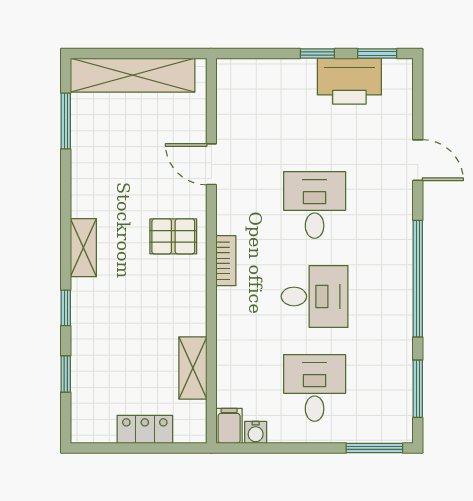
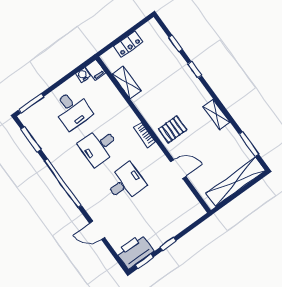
printer: (349, 81) -> (135, 251), moved
desk: (315, 205) -> (125, 183), turned -90
shelving: (83, 248) -> (217, 114), moved

